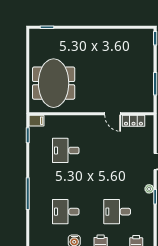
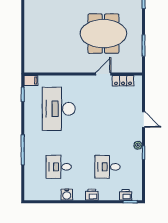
meeting table: (54, 83) -> (103, 34), moved, turned 90
door: (113, 114) -> (103, 74), swing flipped
desk: (66, 150) -> (59, 109), width x1.87, depth x1.30

